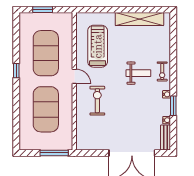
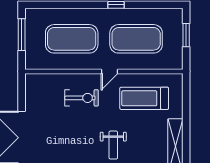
treadmill: (98, 46) -> (144, 98), turned 180
window: (54, 153) -> (22, 35), moved

